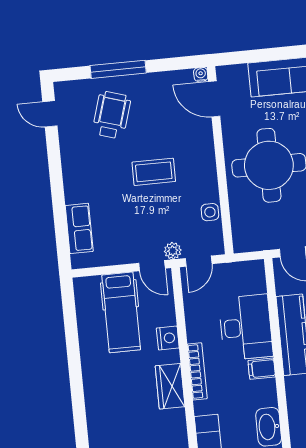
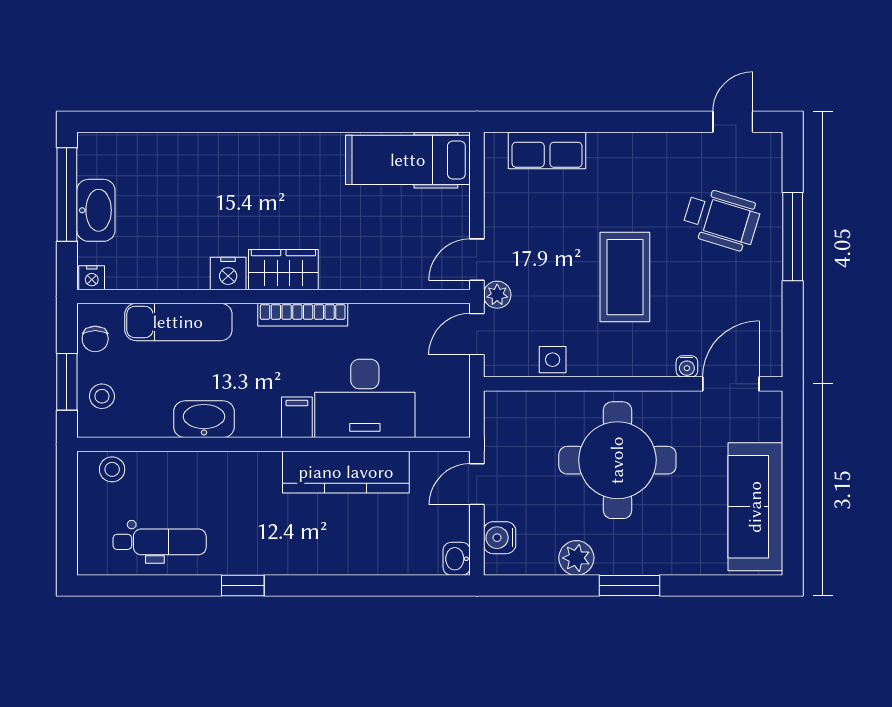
water cooler: (201, 74) -> (687, 366), moved, turned 90
coffee table: (154, 172) -> (625, 277), width x1.36, depth x1.32
door: (199, 261) -> (477, 334), hinge flipped
hospital bed: (121, 312) -> (408, 160), moved
nightstand: (168, 338) -> (228, 273), moved

